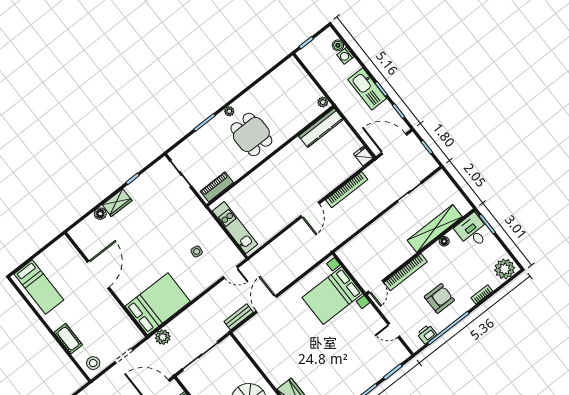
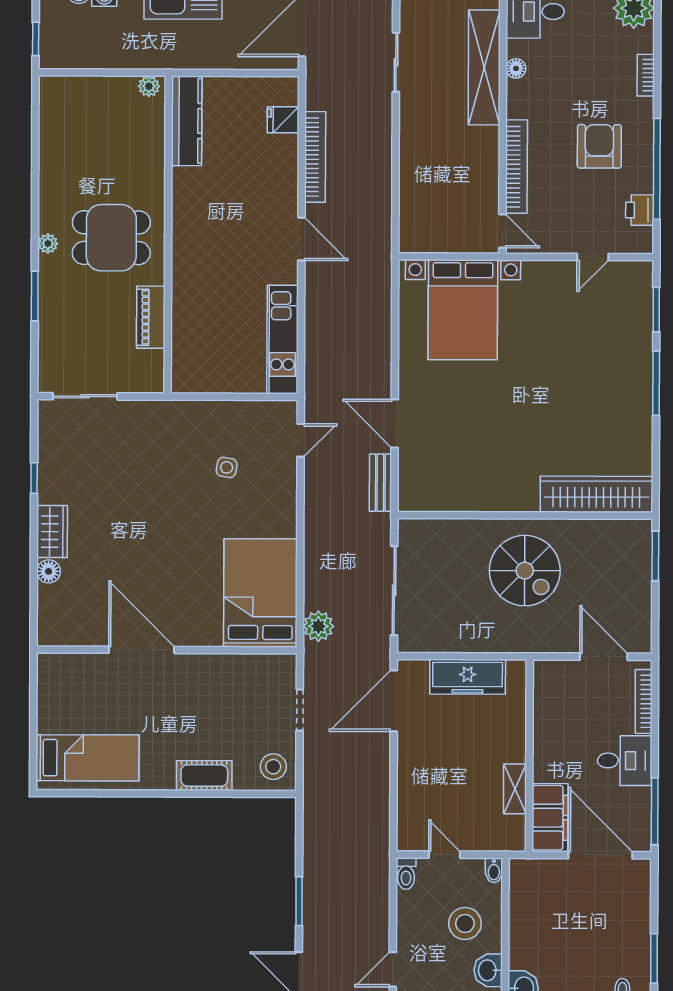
fridge: (363, 156) -> (283, 120), moved
piano: (217, 187) -> (151, 317), moved
kitchen unit: (235, 228) -> (283, 339), moved, turned -90

